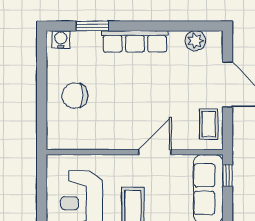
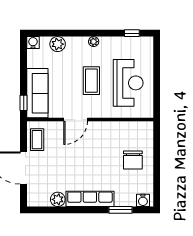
plant: (195, 41) -> (58, 199), moved
chair: (75, 96) -> (133, 160), turned 90

